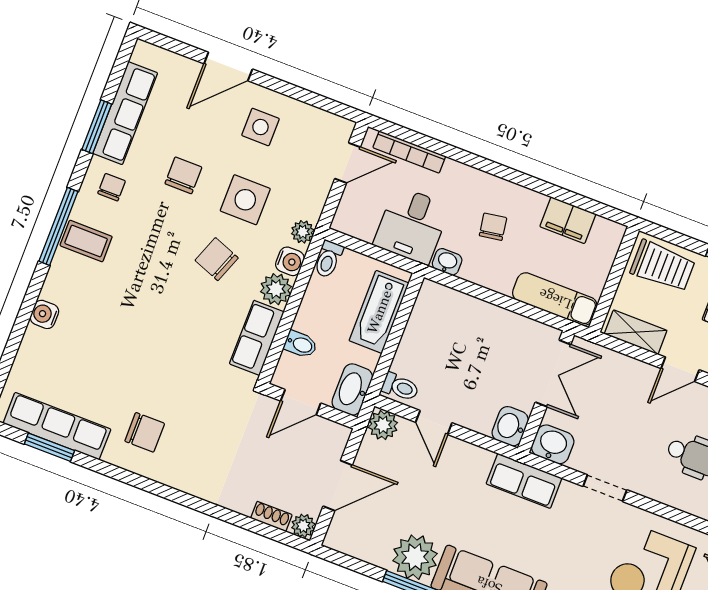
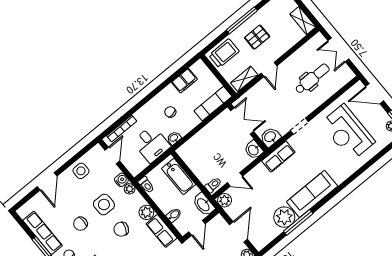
side table: (260, 127) -> (81, 171), moved
chair: (183, 175) -> (80, 224), turned -90
water cooler: (290, 261) -> (121, 180), moved

